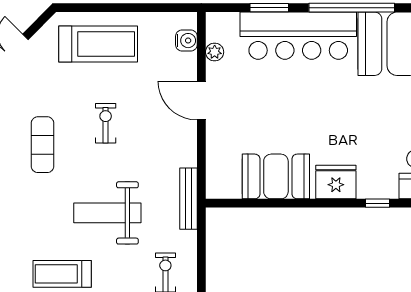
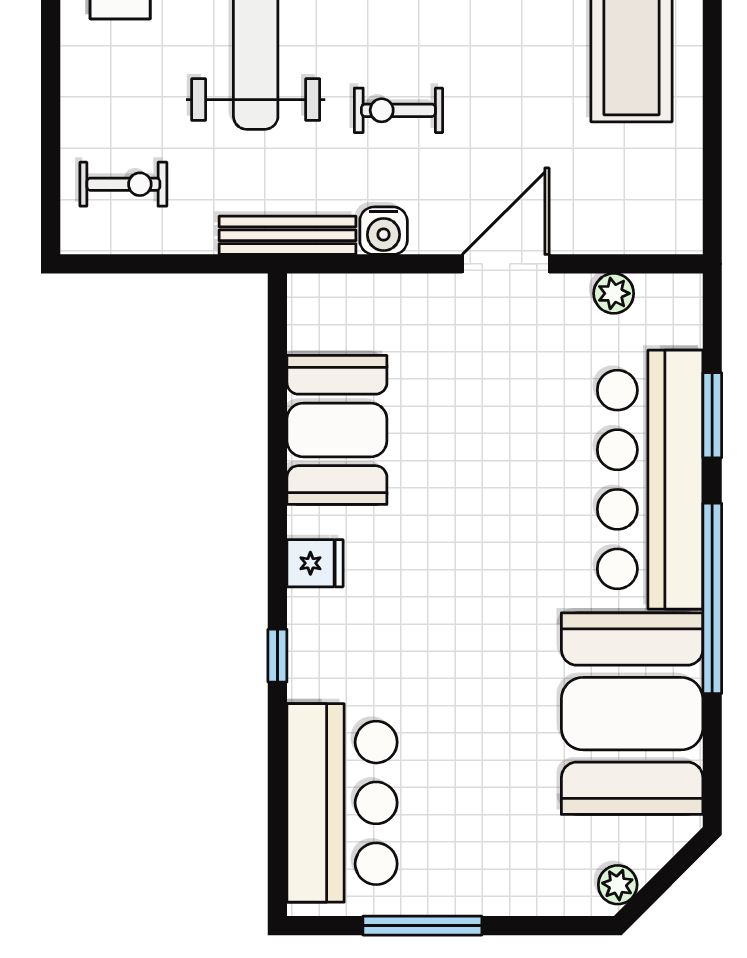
water cooler: (186, 41) -> (384, 231), moved
exercise bike: (106, 123) -> (398, 110), moved, turned 180
fridge: (336, 182) -> (315, 563), width x0.53, depth x0.75

